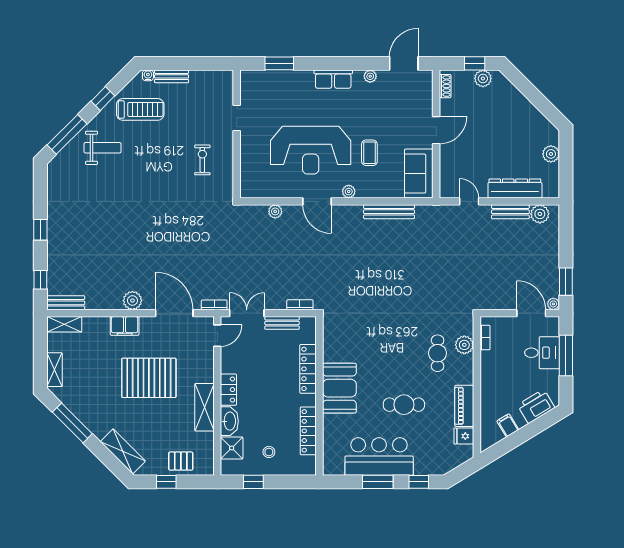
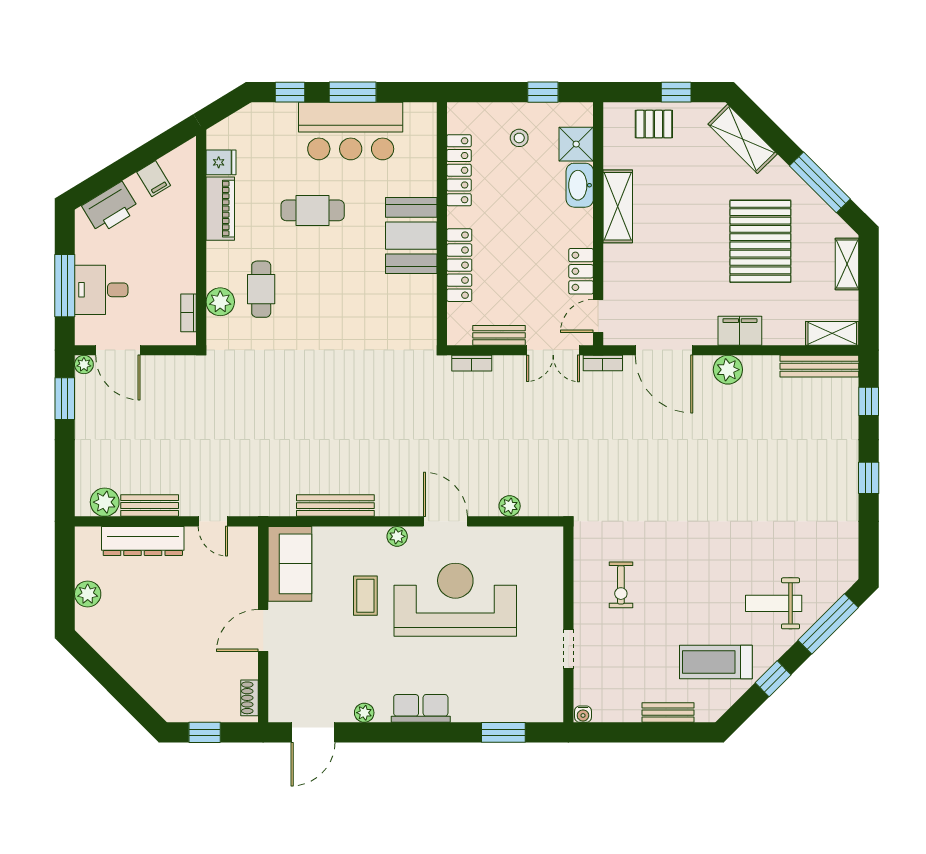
water cooler: (148, 75) -> (583, 714), moved
plant: (483, 78) -> (192, 709), removed
bench: (66, 303) -> (819, 366), width x1.36
pallet: (149, 378) -> (760, 241), moved, turned 90
locker: (228, 390) -> (581, 271), moved

